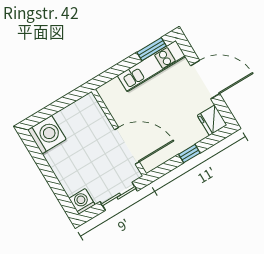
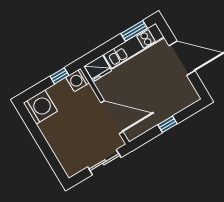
window: (68, 100) -> (59, 76), added
fridge: (212, 120) -> (98, 68), moved, turned -90
washing machine: (82, 201) -> (77, 80), moved, turned -90

